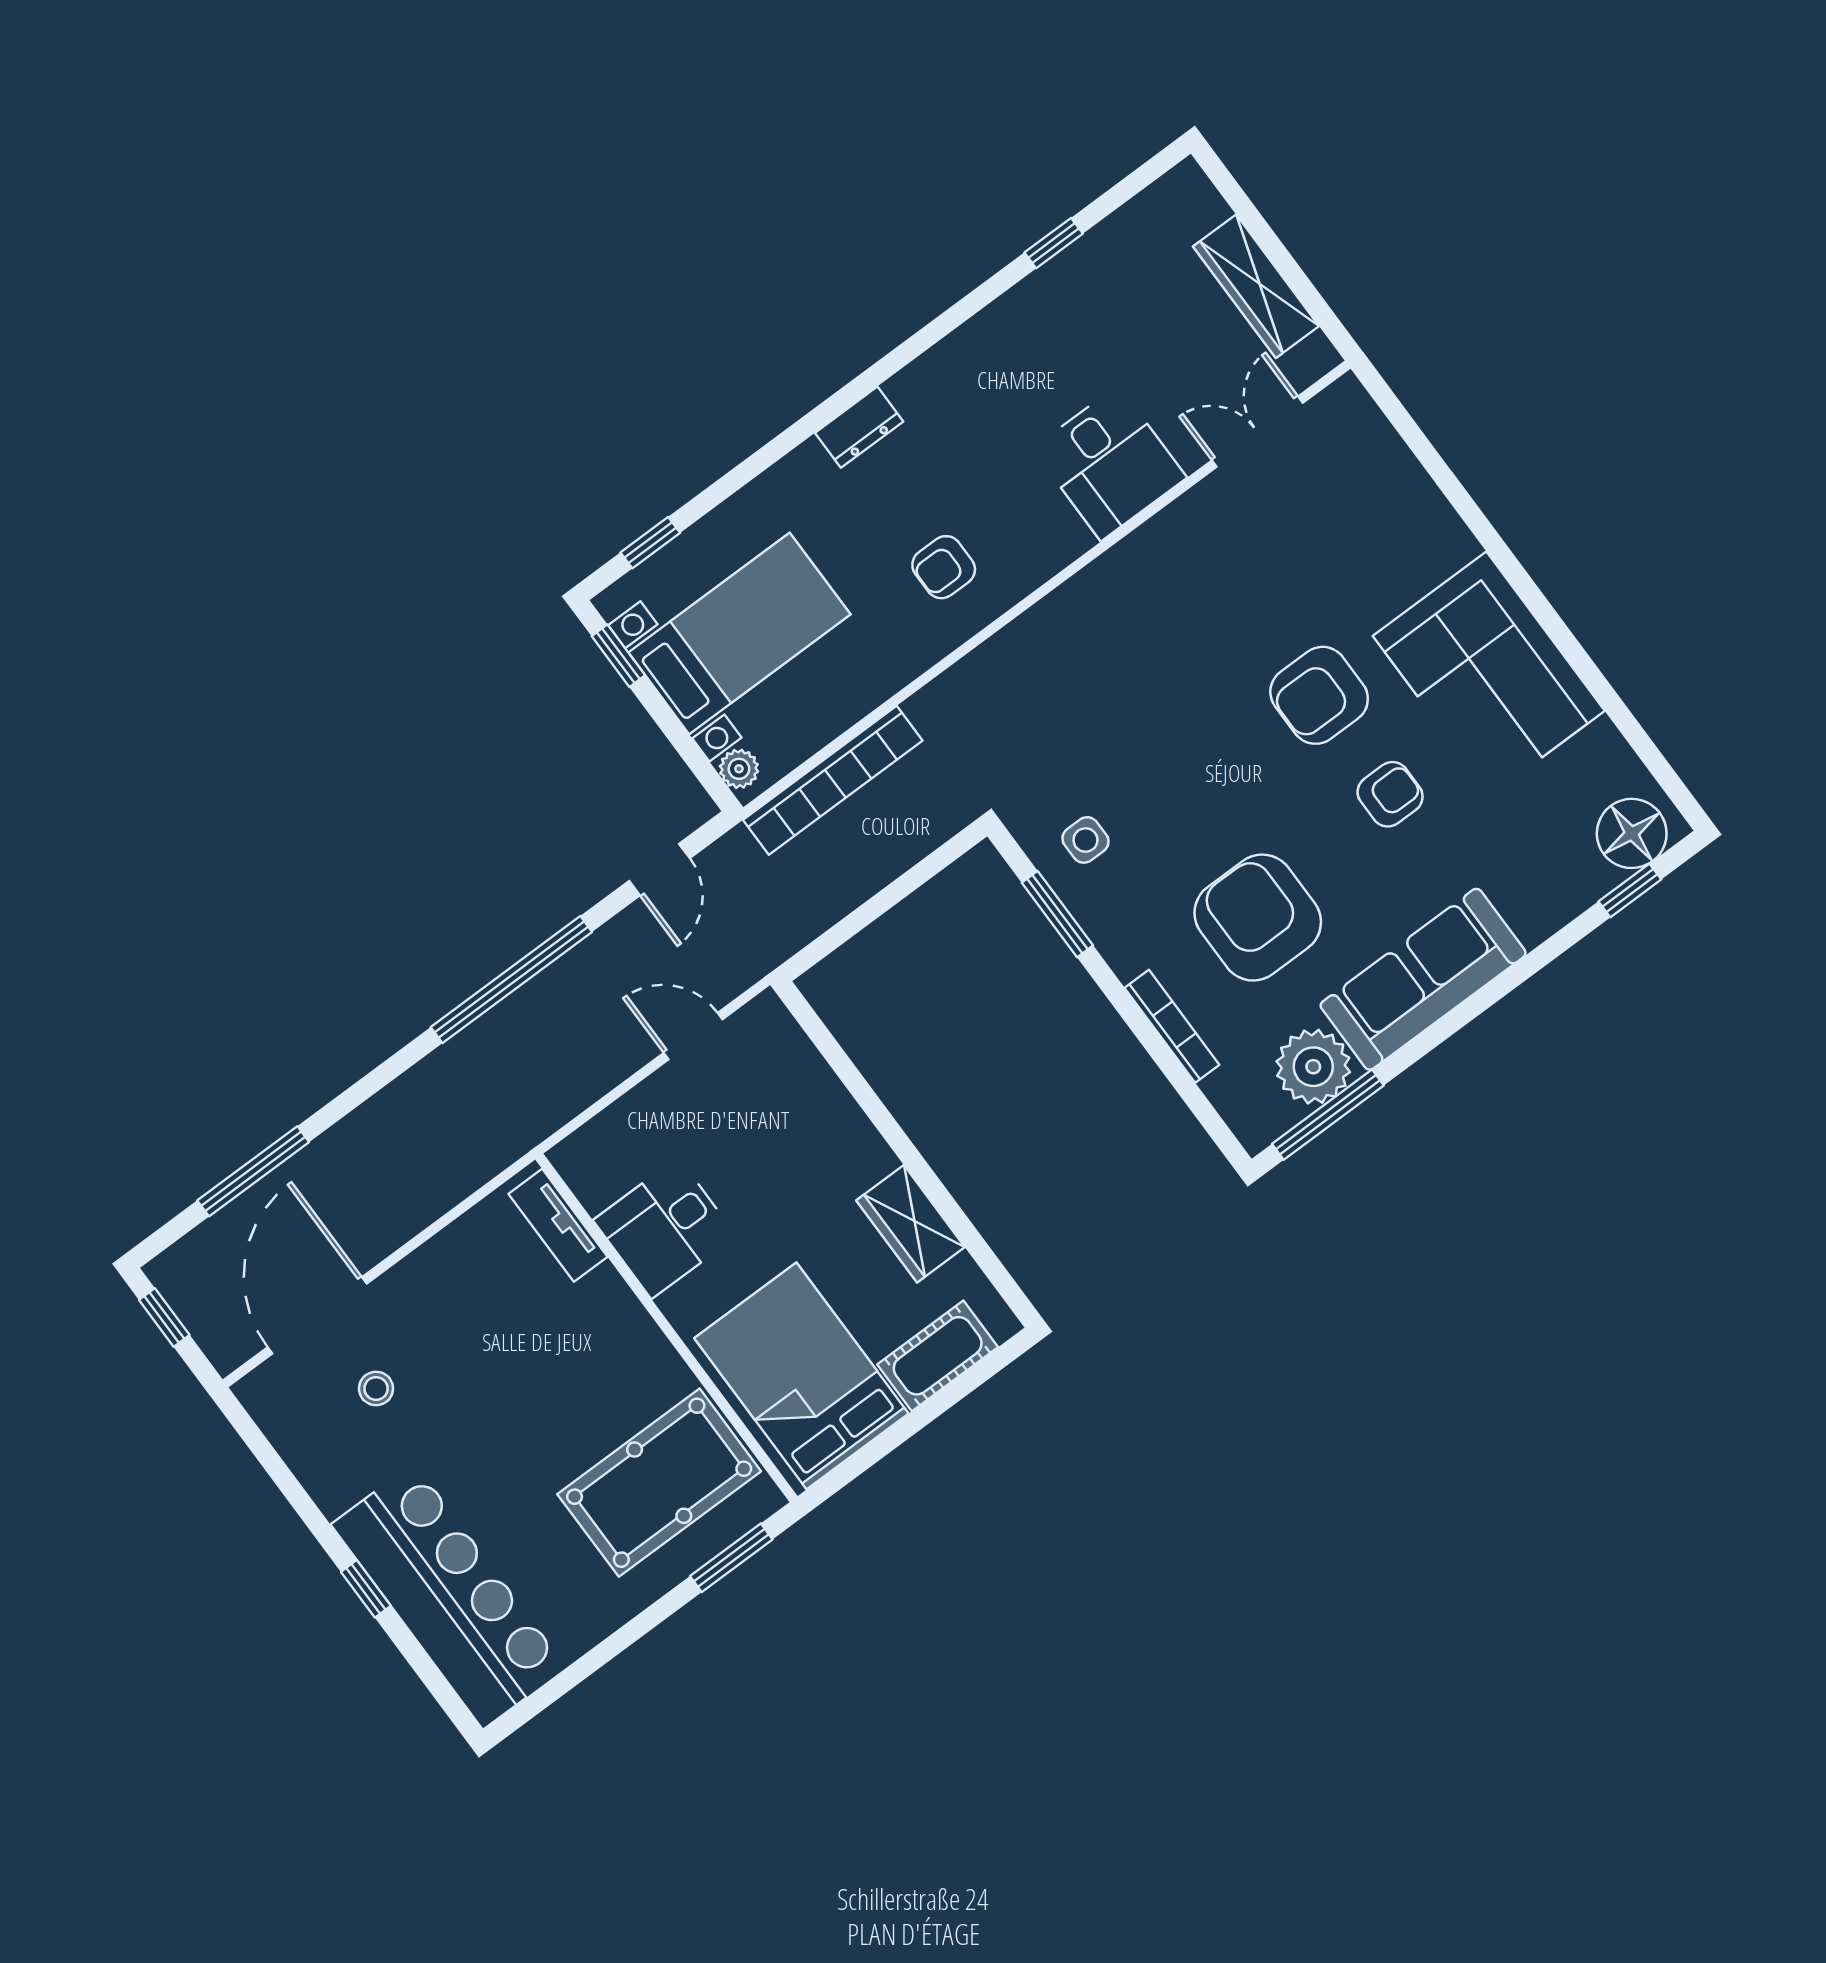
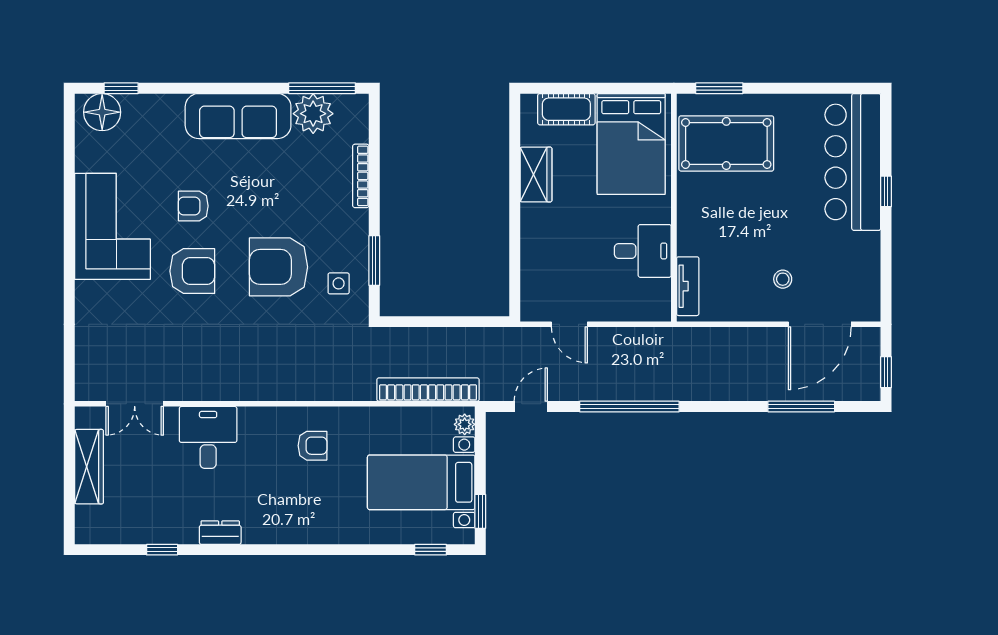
dresser: (859, 427) -> (220, 533), moved
armchair: (1258, 918) -> (279, 267), moved, turned 90
stool: (376, 1388) -> (783, 279), moved

